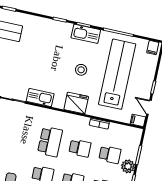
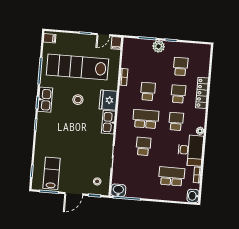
kitchen sink: (40, 98) -> (108, 122), moved
school desk: (110, 155) -> (143, 146), moved

